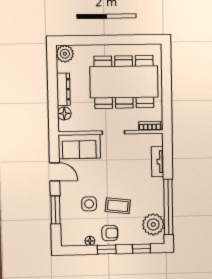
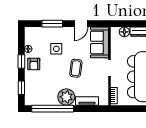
coffee table: (118, 206) -> (76, 68), moved
plant: (153, 224) -> (66, 97), moved

